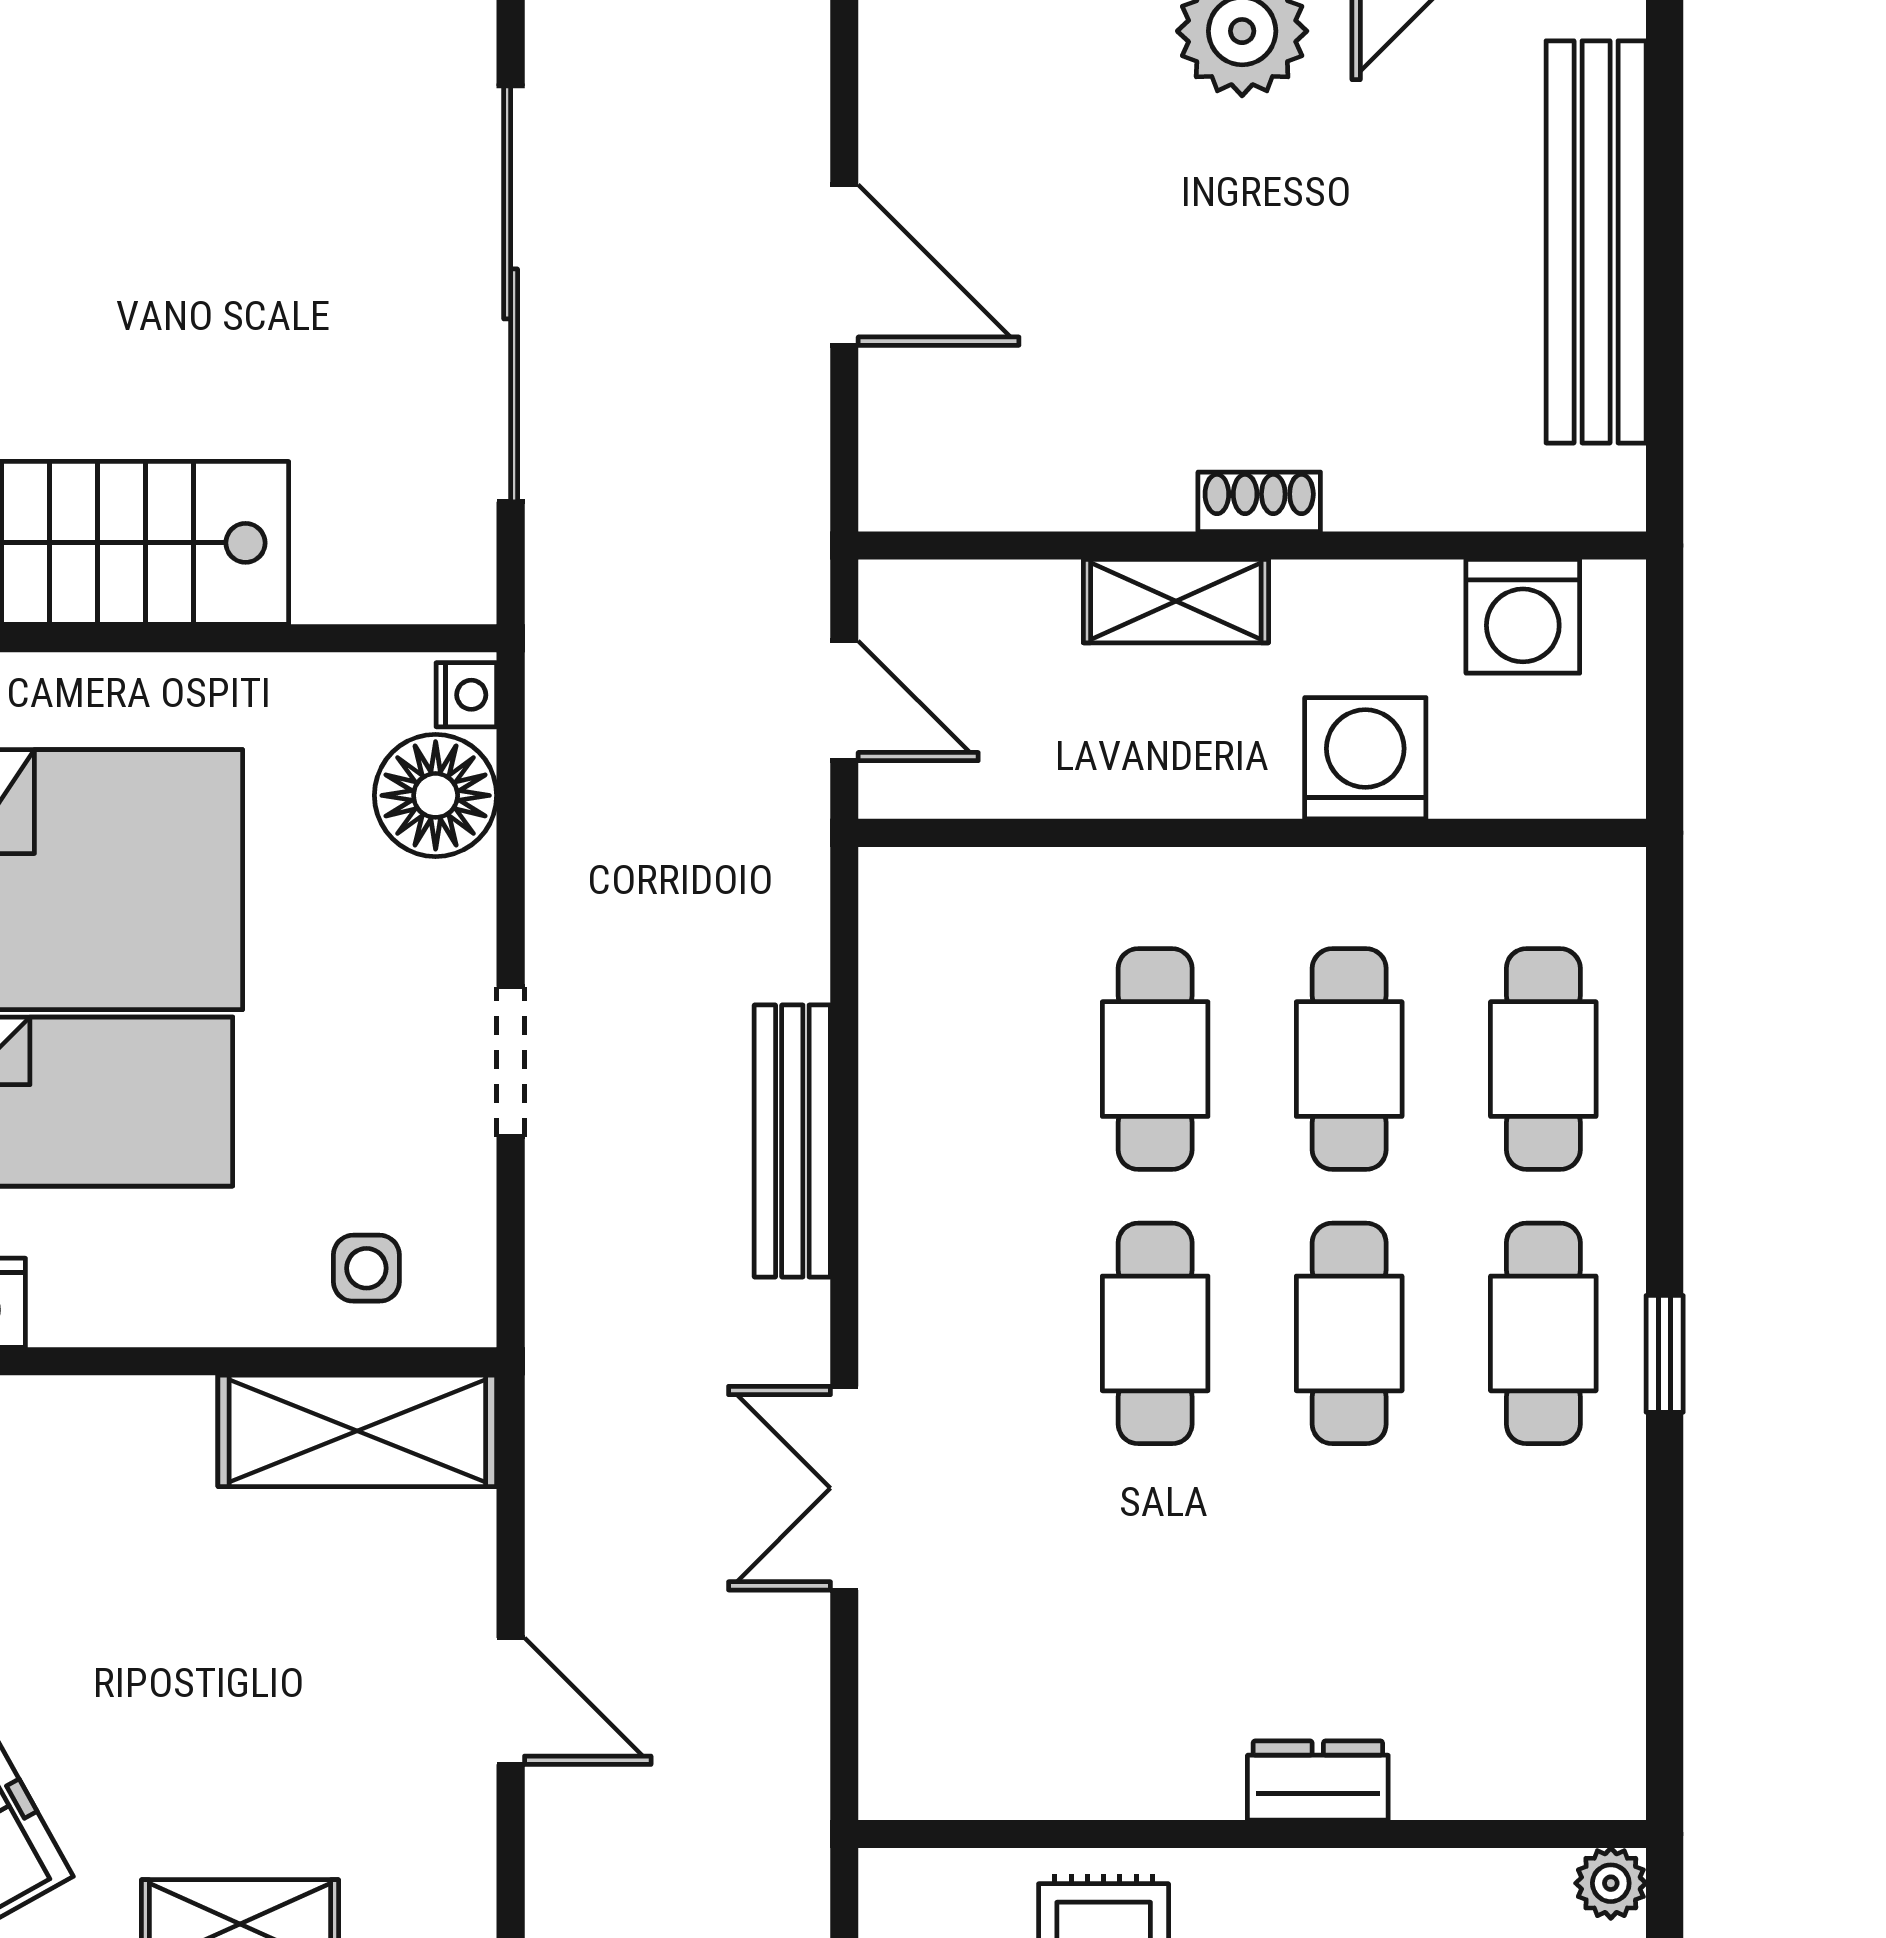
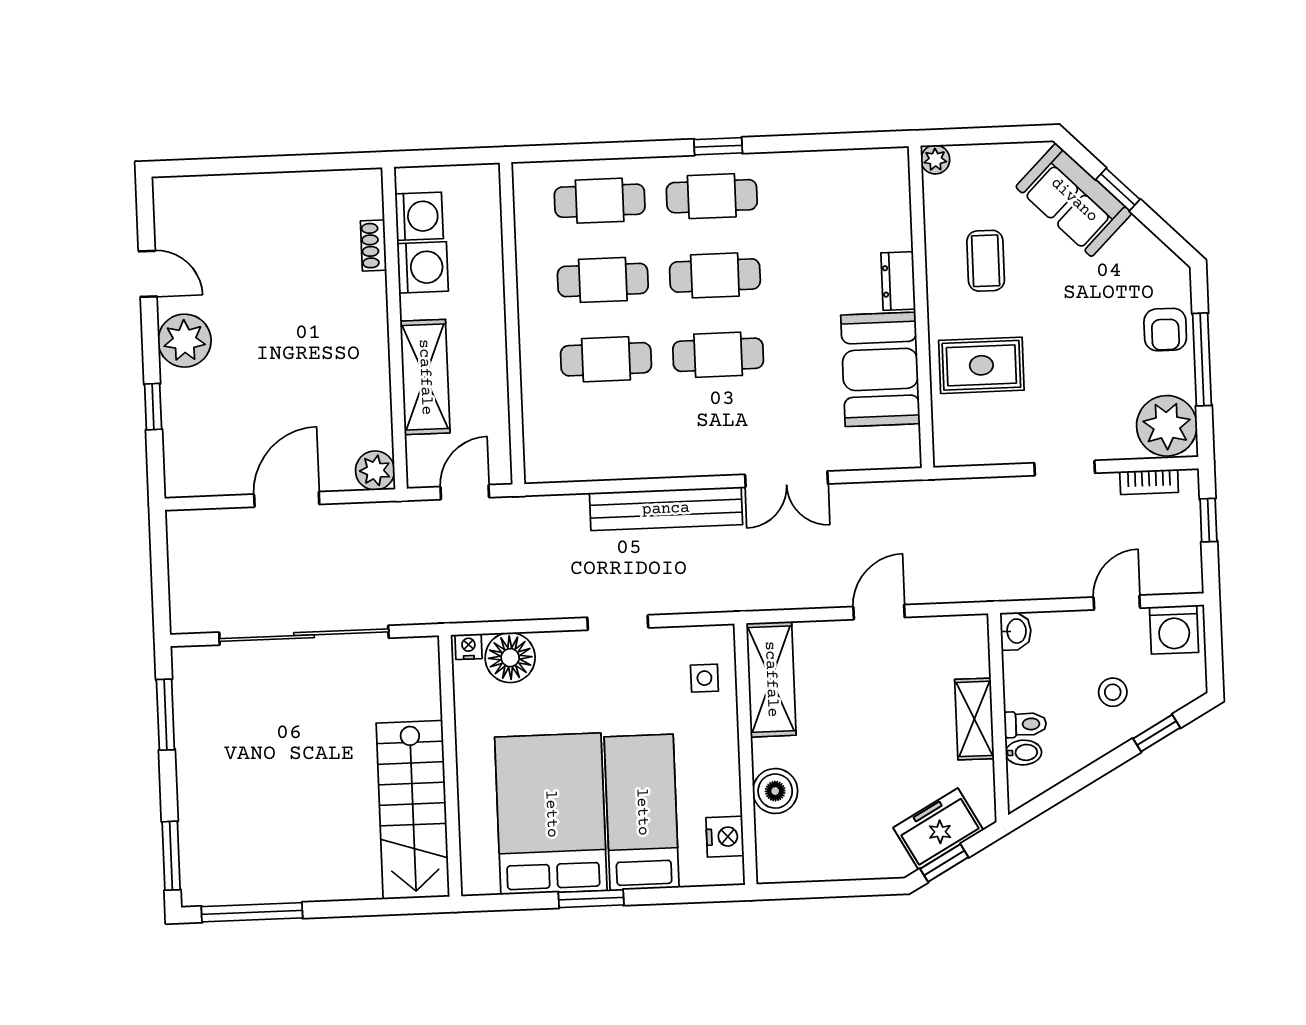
bench: (1596, 242) -> (265, 193), removed
plant: (906, 484) -> (375, 470), added
shoe rack: (1259, 502) -> (373, 246), moved
shelving: (1176, 601) -> (425, 377), width x1.50, depth x1.33
washing machine: (1365, 758) -> (423, 267), moved, turned 180
bench: (792, 1141) -> (666, 509), width x1.37, depth x1.21
boiler: (84, 1430) -> (775, 791), added
booth: (1103, 1728) -> (880, 369), added

